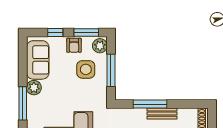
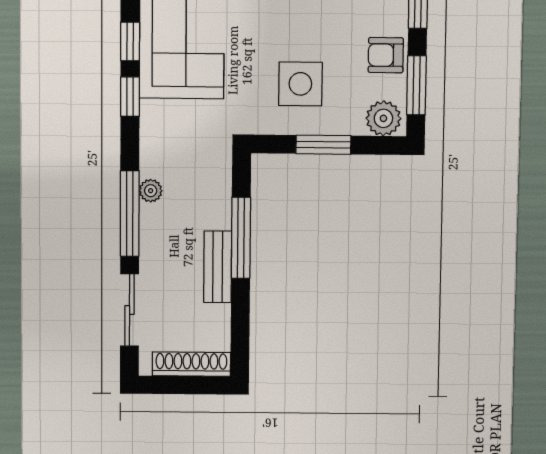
side table: (86, 69) -> (300, 84), moved
window: (111, 70) -> (323, 145), width x0.69

